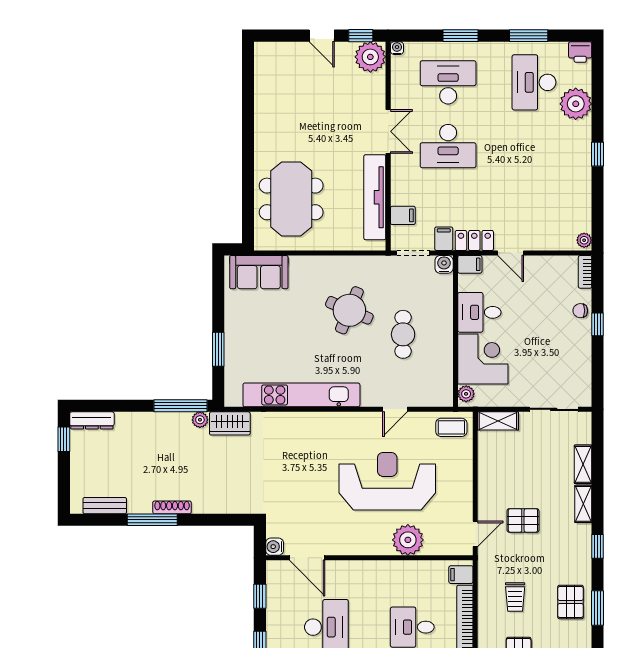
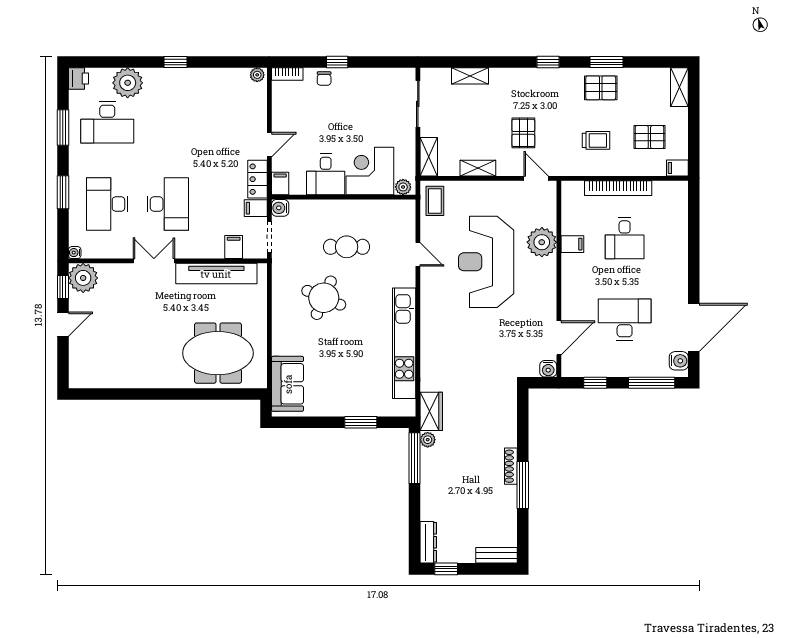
shelving: (583, 504) -> (478, 168), moved
bench: (105, 506) -> (496, 555), moved, turned 90
filing cabinet: (461, 575) -> (572, 244), moved, turned -90

